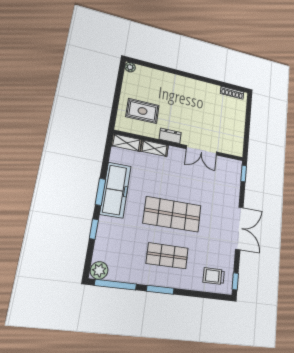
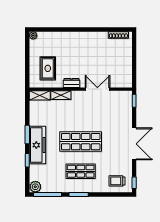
rug: (143, 111) -> (48, 68), turned 90
double door: (201, 150) -> (97, 89), swing flipped
freezer: (116, 190) -> (37, 145), moved

